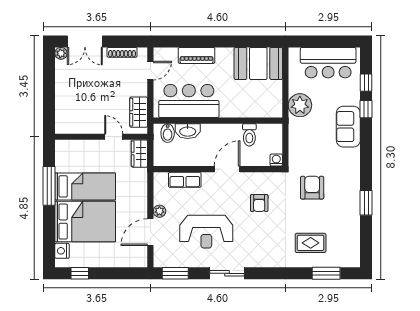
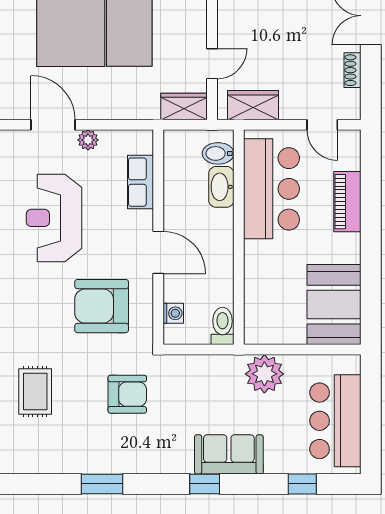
shoe rack: (122, 52) -> (353, 70), width x0.70
window: (366, 109) -> (205, 484), moved
toilet: (249, 135) -> (222, 326), moved, turned 90
washing machine: (276, 160) -> (173, 313), moved
armchair: (259, 203) -> (102, 306), width x1.88, depth x1.88

